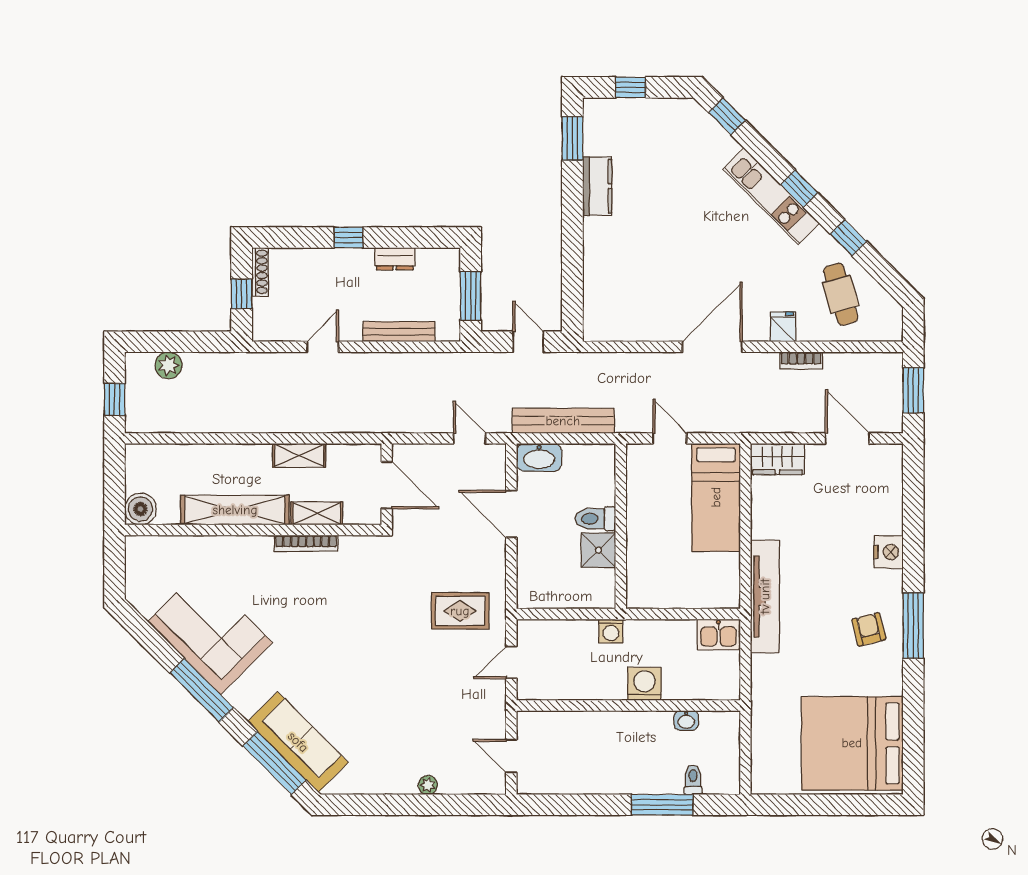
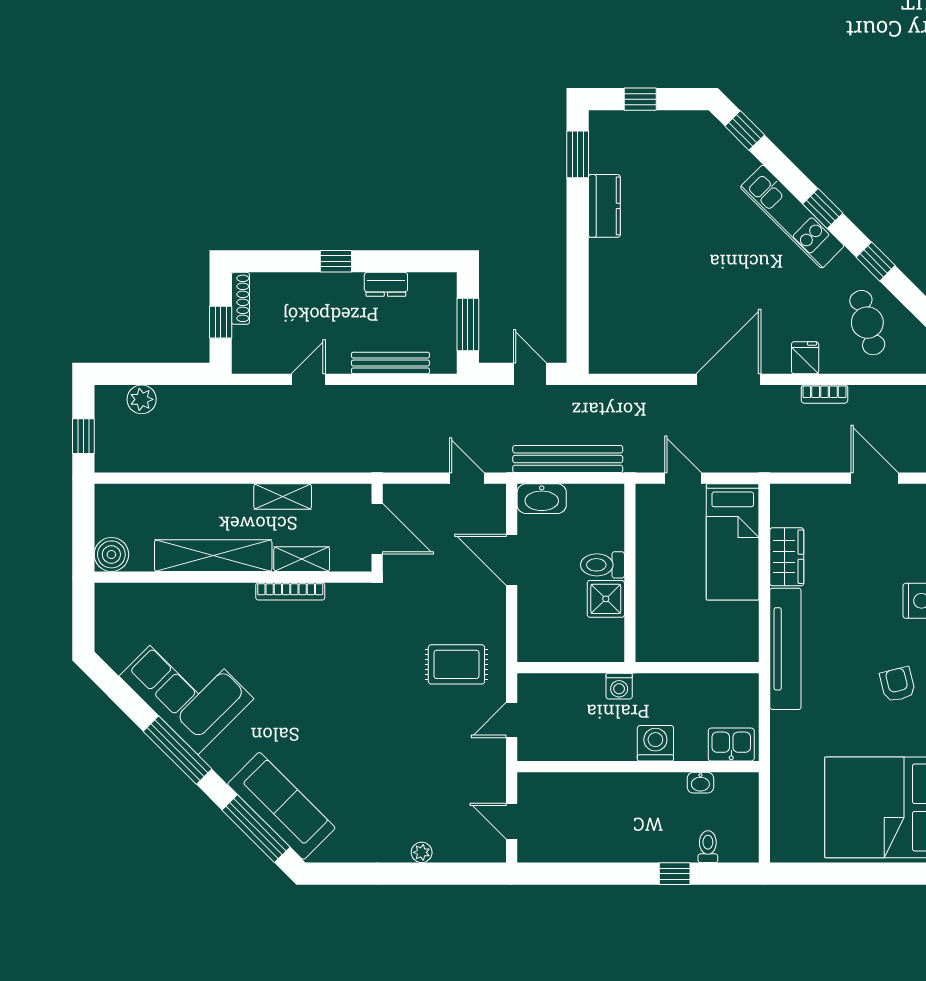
wardrobe: (777, 459) -> (787, 557), moved, turned -90
kitchen sink: (718, 634) -> (731, 745), moved, turned 180
window: (662, 805) -> (675, 874), width x0.46

